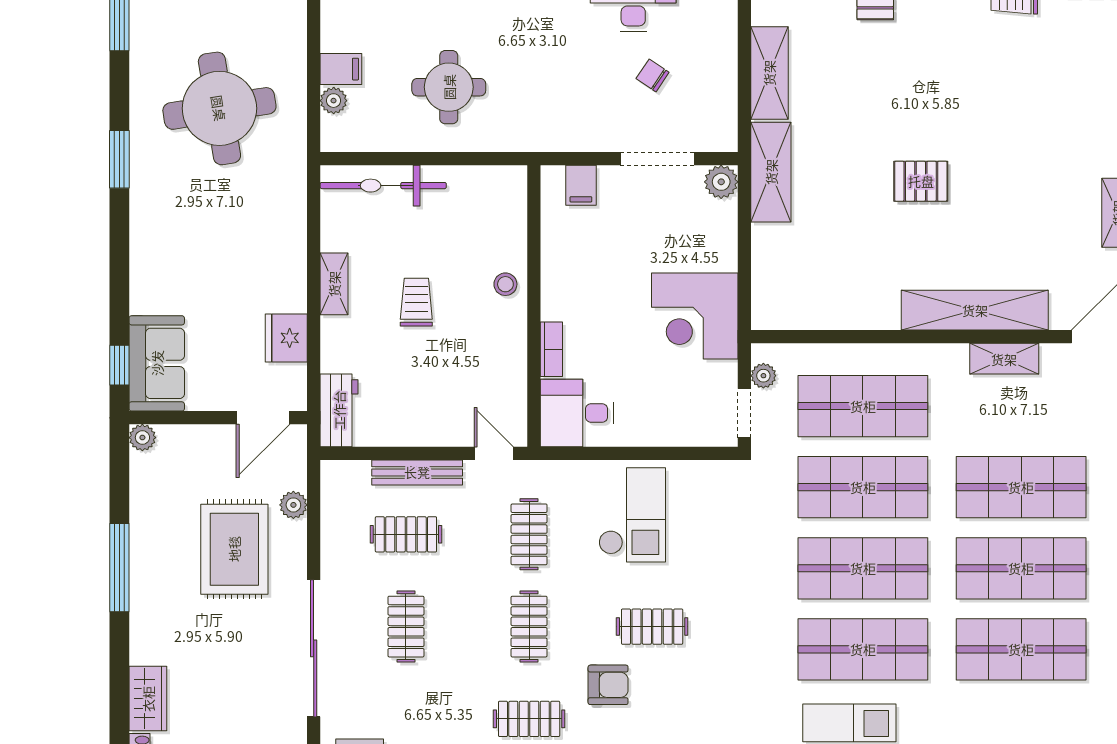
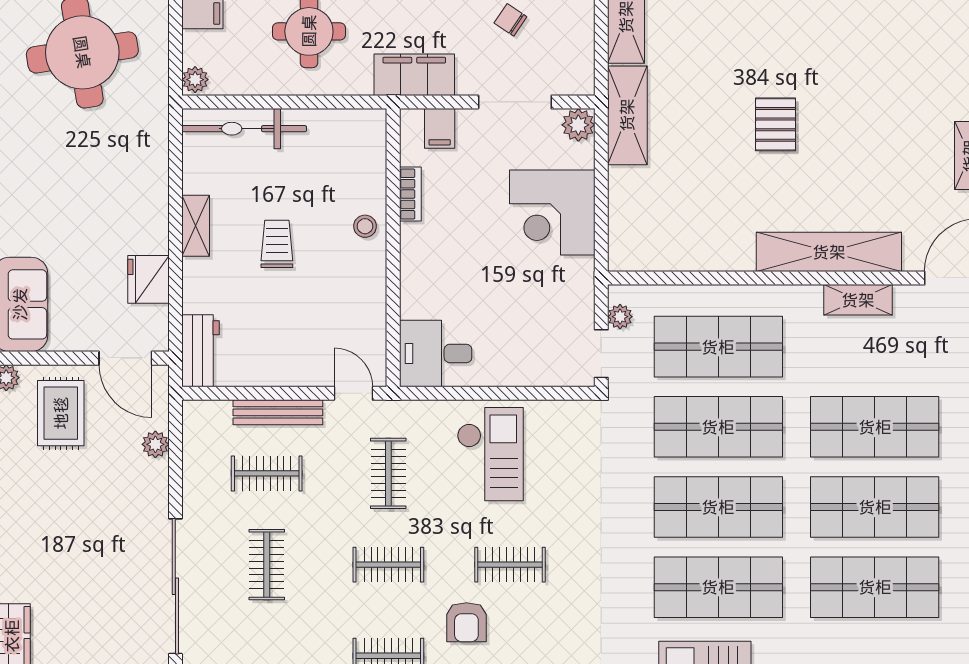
plant: (334, 101) -> (195, 80), moved
filing cabinet: (555, 131) -> (414, 75), added
pallet: (921, 181) -> (776, 124), turned 90
corner desk: (695, 316) -> (552, 212), moved
bookcase: (551, 349) -> (410, 194), moved
door: (263, 418) -> (125, 358), hinge flipped
rug: (234, 549) -> (61, 413), moved, width x0.73, depth x0.70
clothes rail: (529, 627) -> (388, 565), turned 90
armchair: (608, 685) -> (466, 622), turned 90

